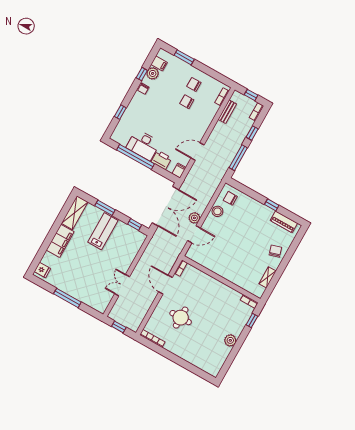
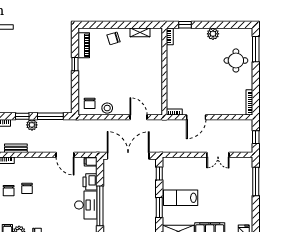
plant: (194, 218) -> (32, 125), moved
window: (67, 298) -> (256, 182), moved
round table: (181, 318) -> (236, 60), moved
window: (196, 370) -> (256, 49), added

